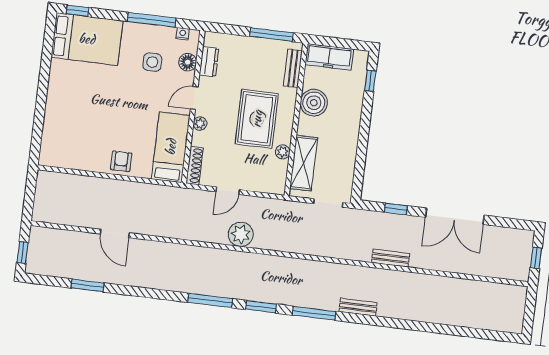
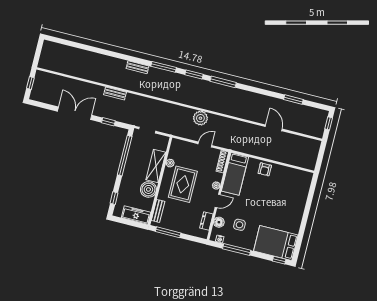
window: (361, 155) -> (125, 156), added
shelving: (304, 163) -> (156, 166), moved

